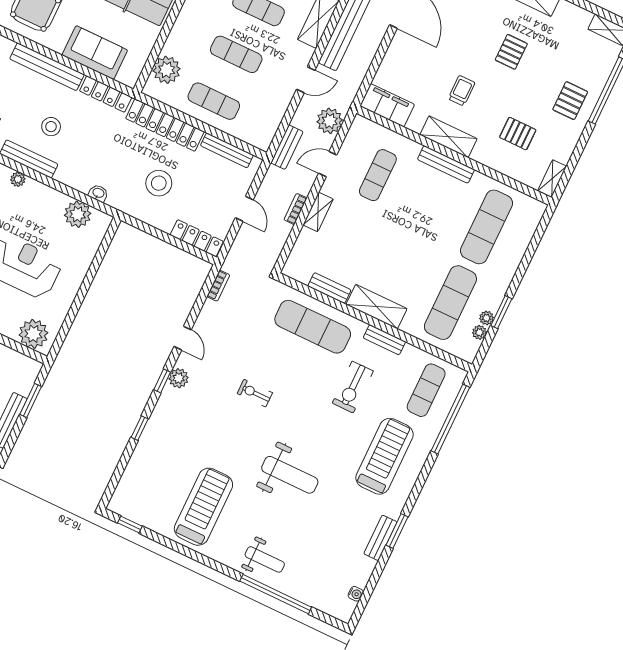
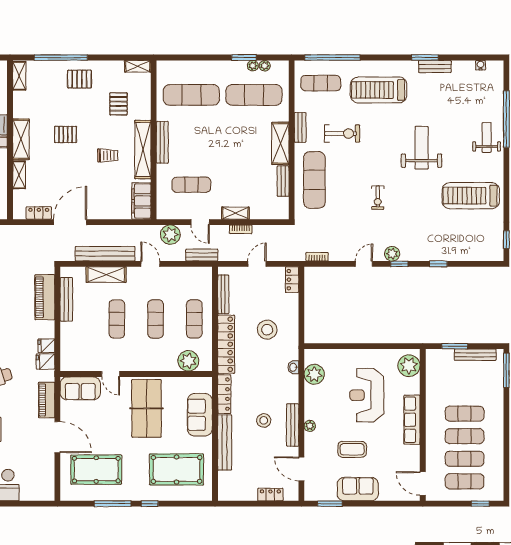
trolley: (462, 91) -> (108, 155), turned 180
shelving: (448, 137) -> (143, 150), width x1.47
locker: (197, 238) -> (292, 280), width x0.66

